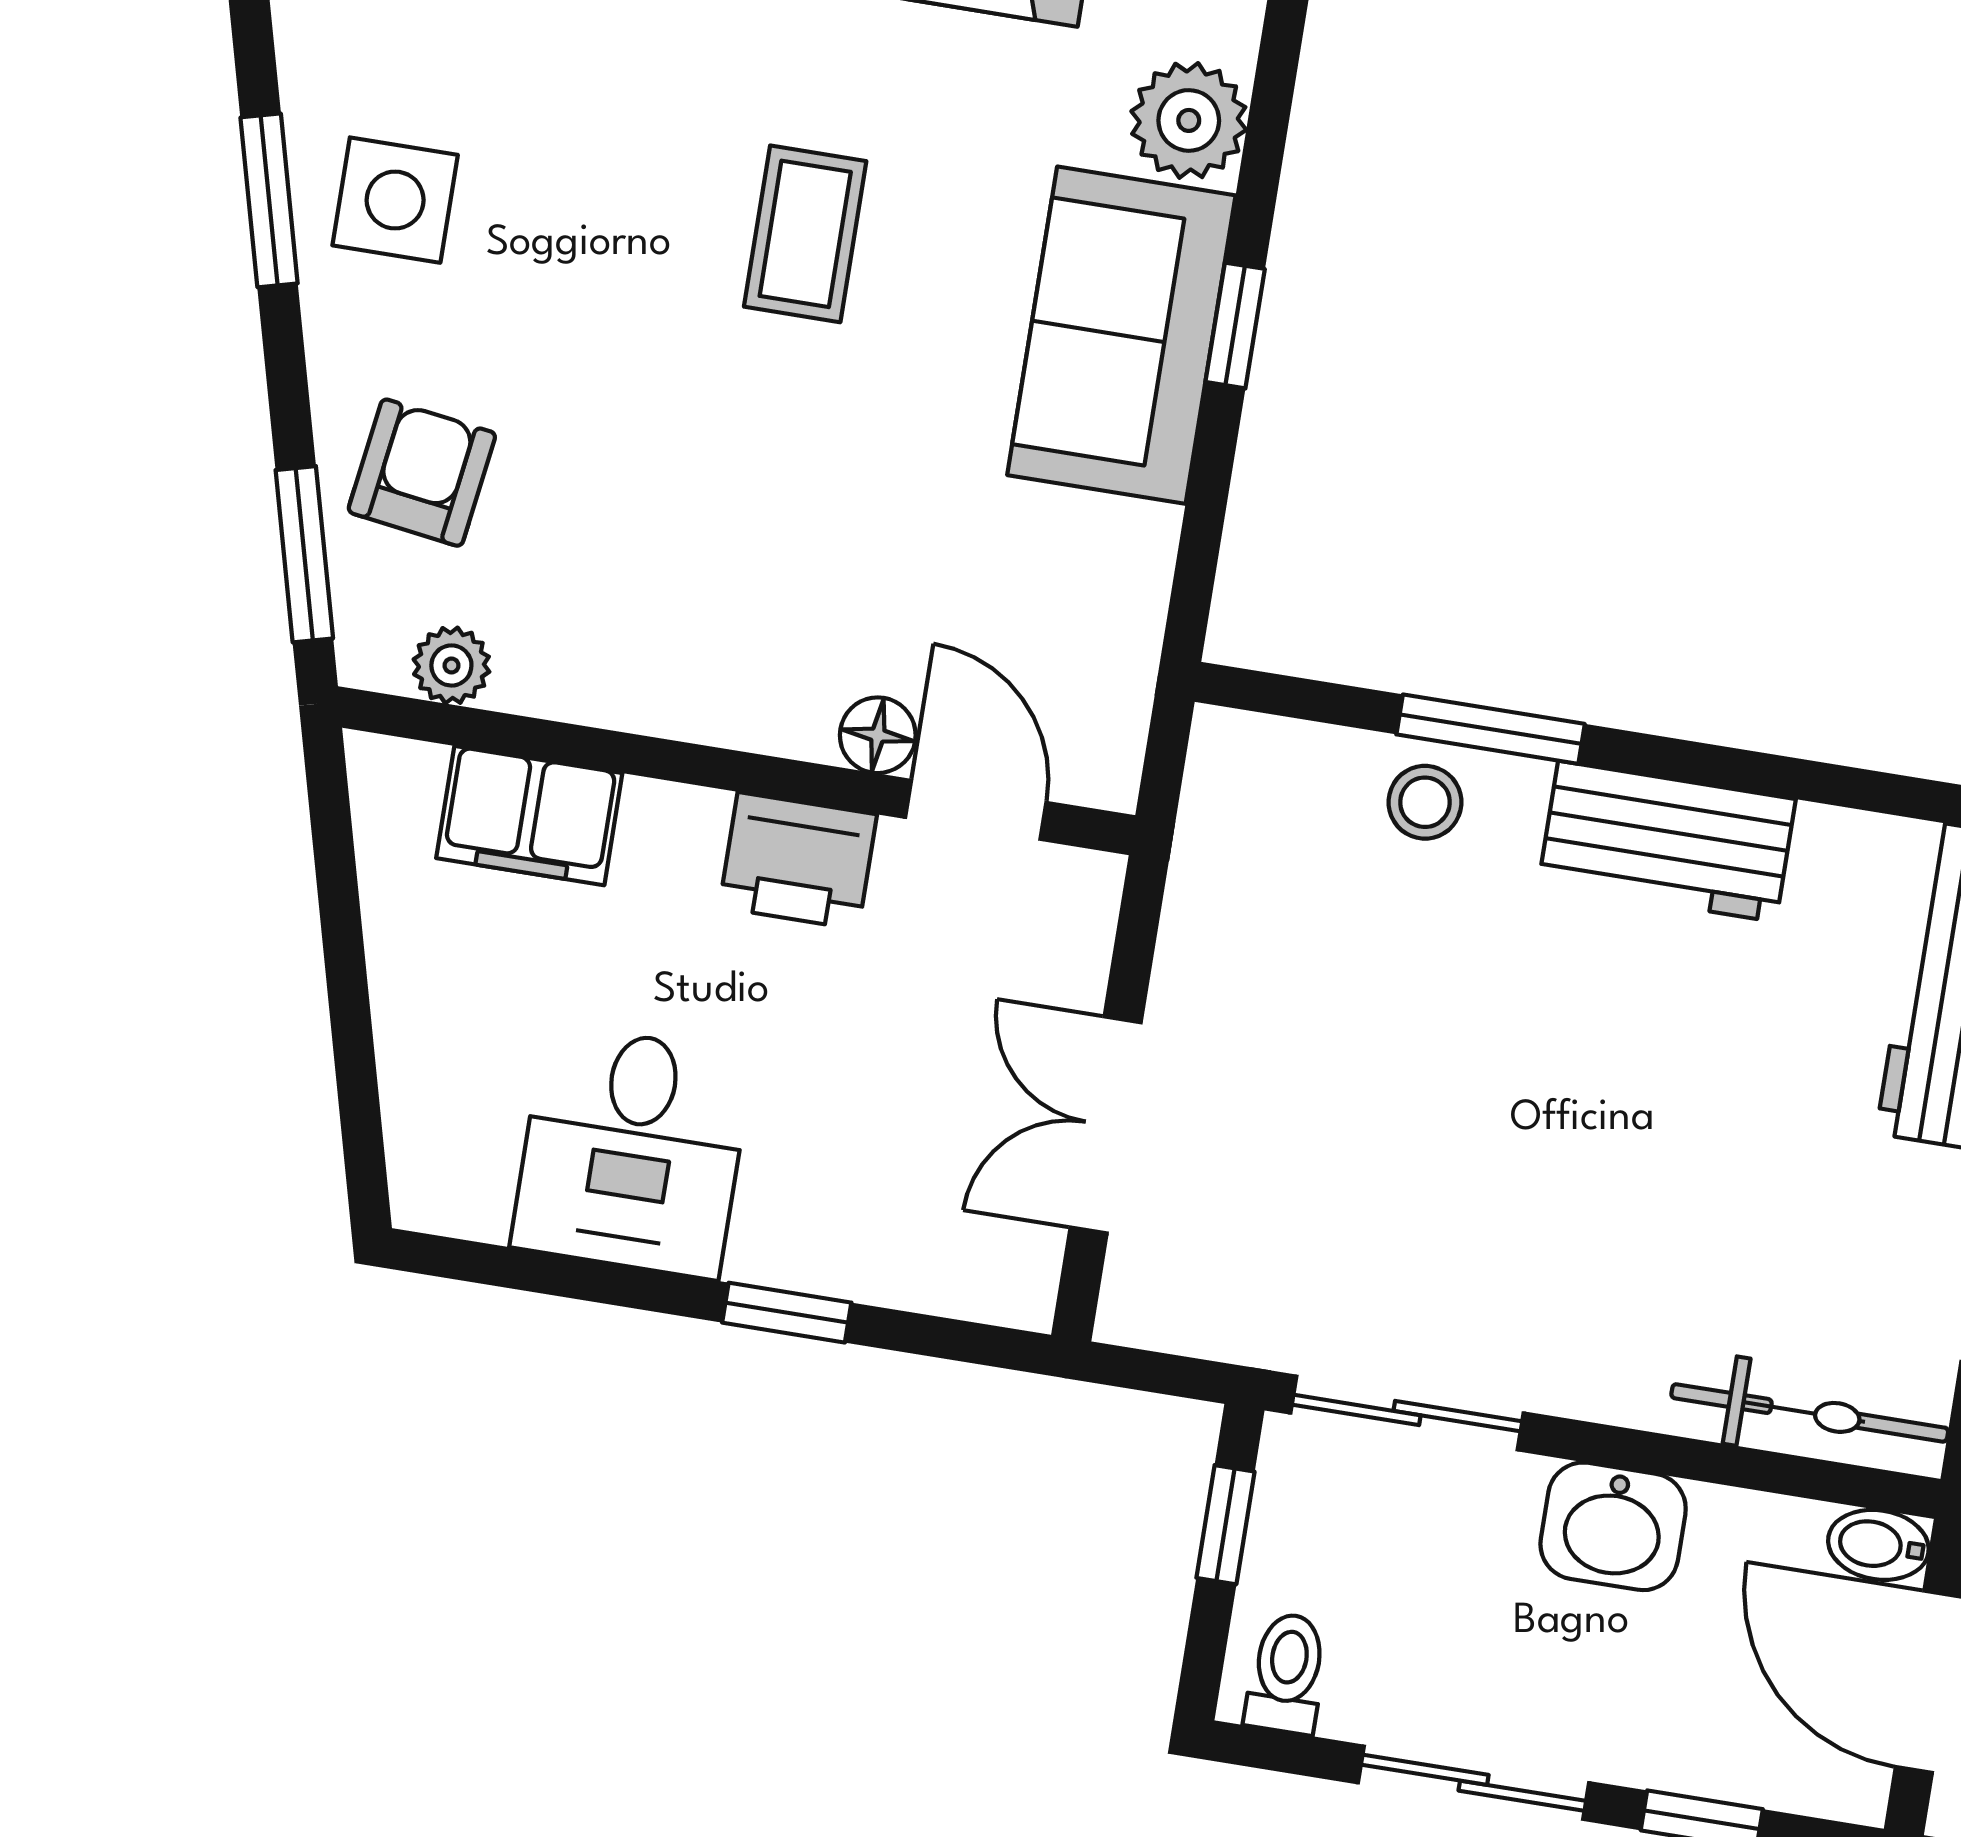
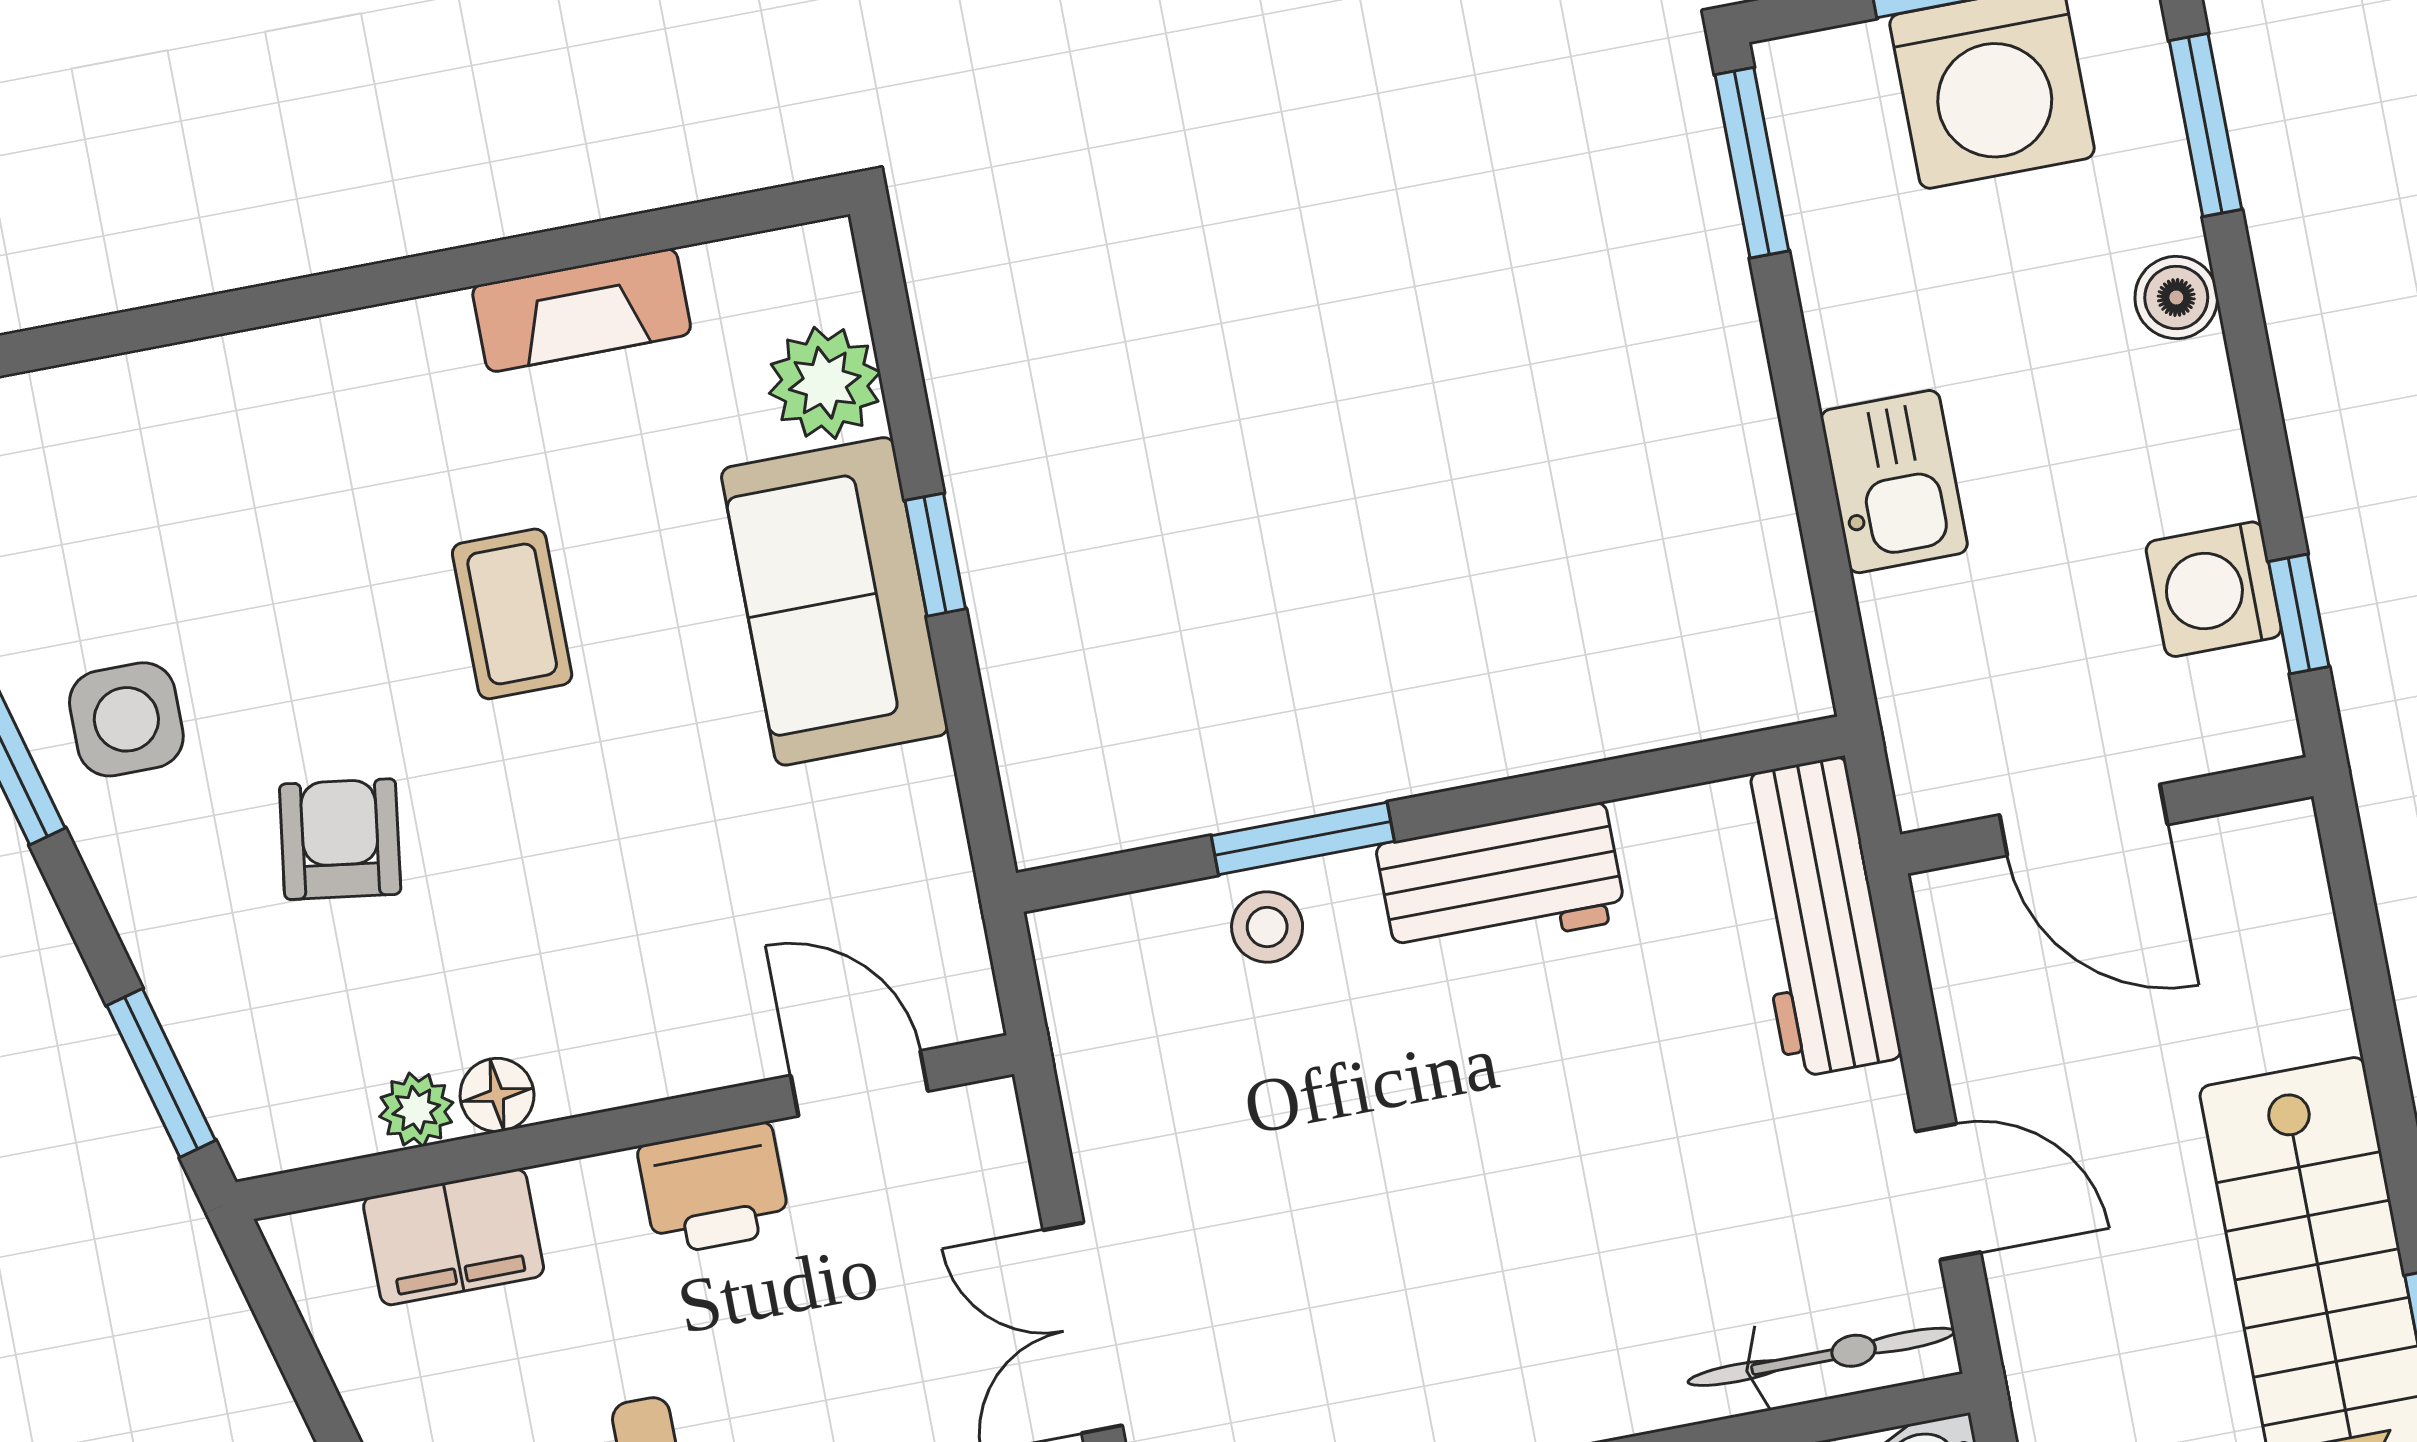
armchair: (422, 473) -> (340, 839), moved
plant: (451, 665) -> (416, 1110), moved
floor lamp: (878, 735) -> (497, 1095), moved

